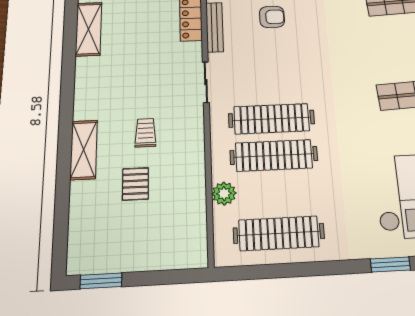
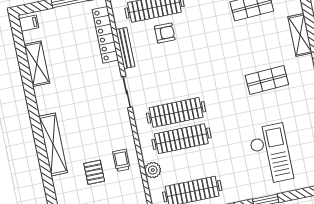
trolley: (145, 133) -> (121, 160), moved
shelving: (84, 150) -> (53, 144), width x1.47

